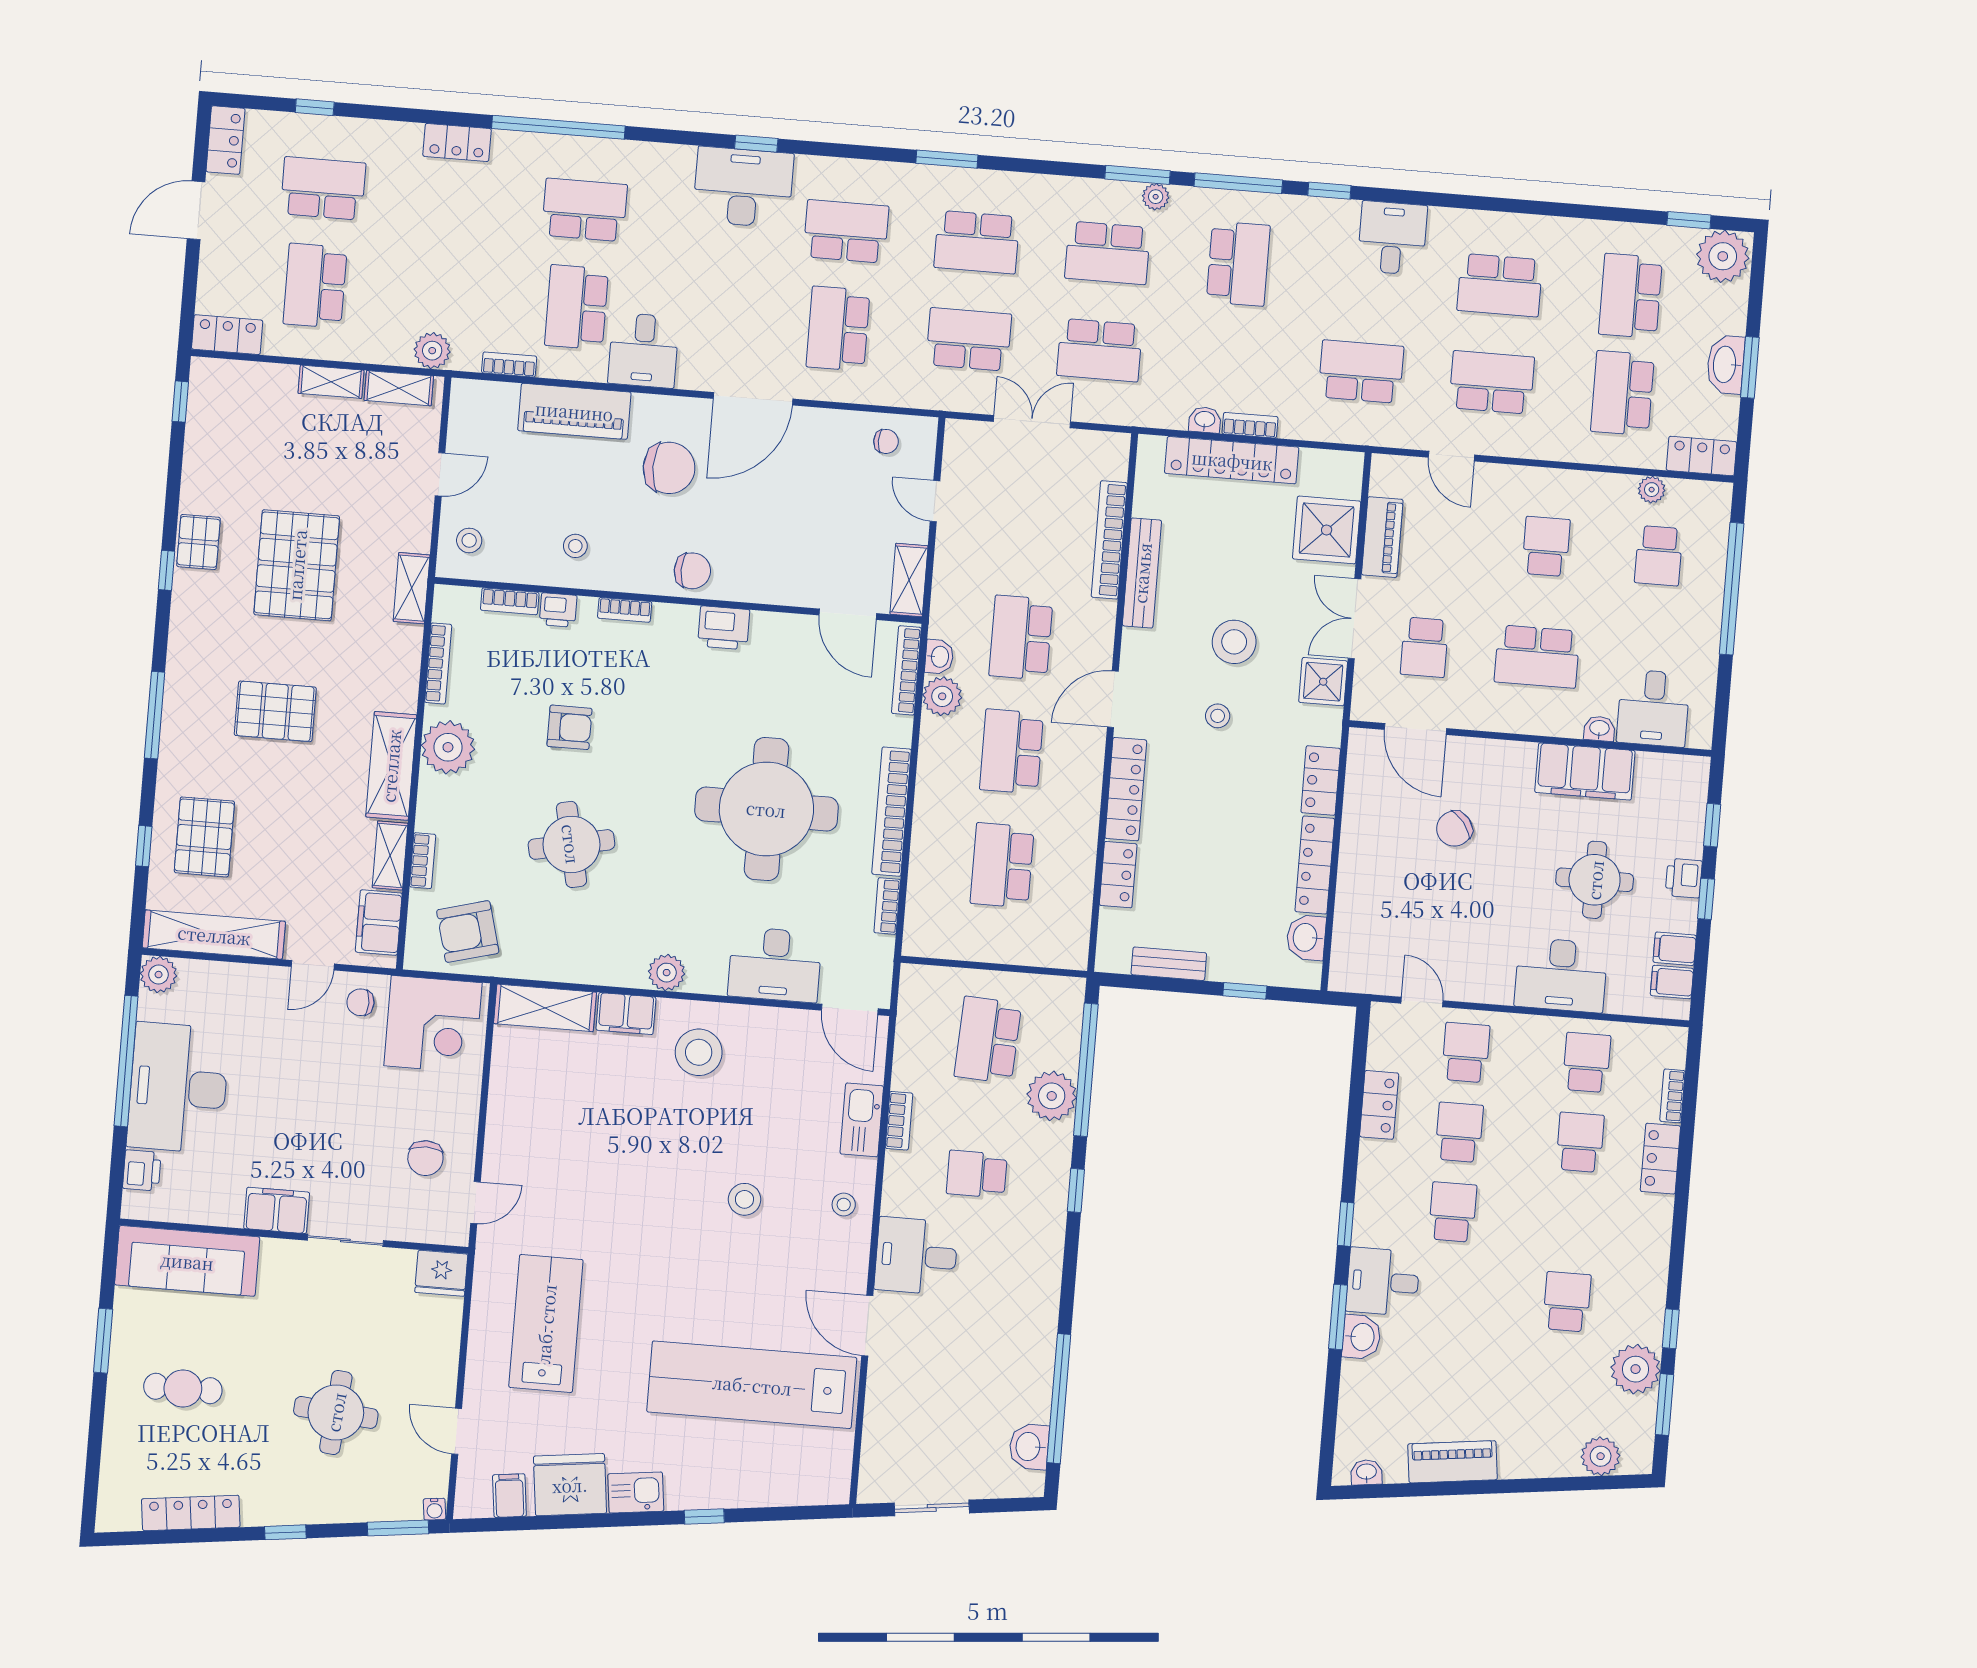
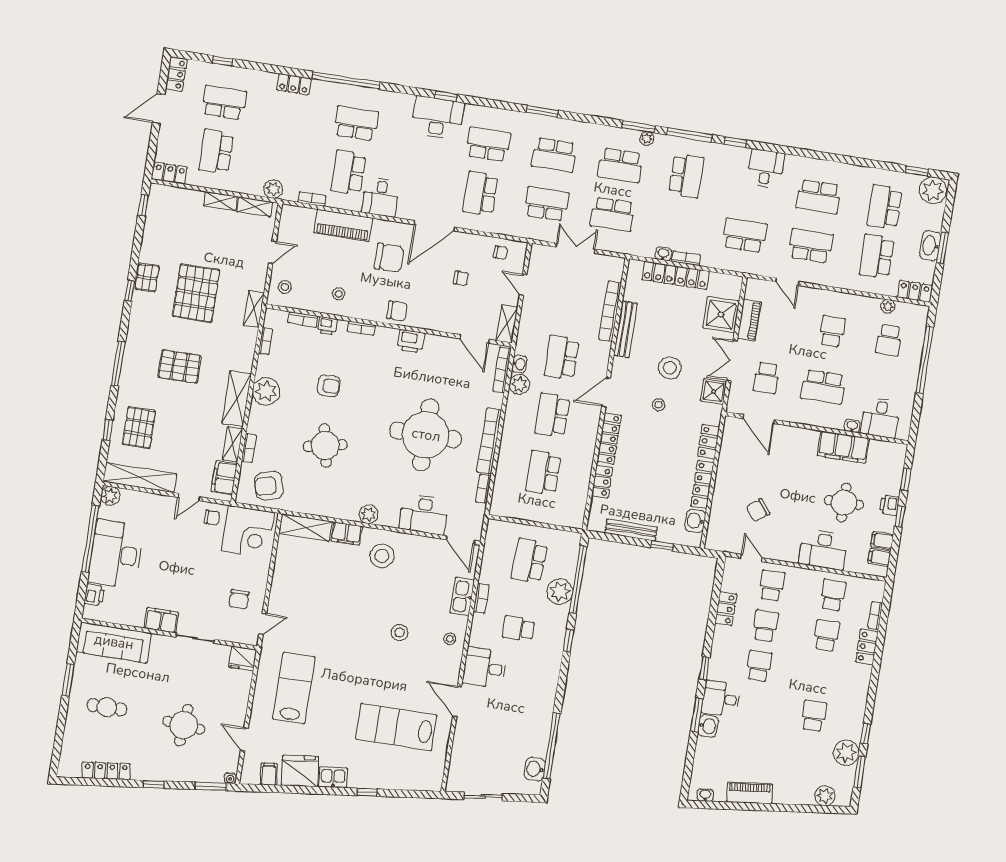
chair: (813, 497) -> (461, 278), added
bookcase: (438, 663) -> (265, 341), width x0.64
chair: (1454, 829) -> (758, 510), moved
bench: (1169, 964) -> (631, 530), width x1.36
chair: (360, 1002) -> (212, 518), turned 180
lab bench: (752, 1385) -> (396, 727), width x0.73

